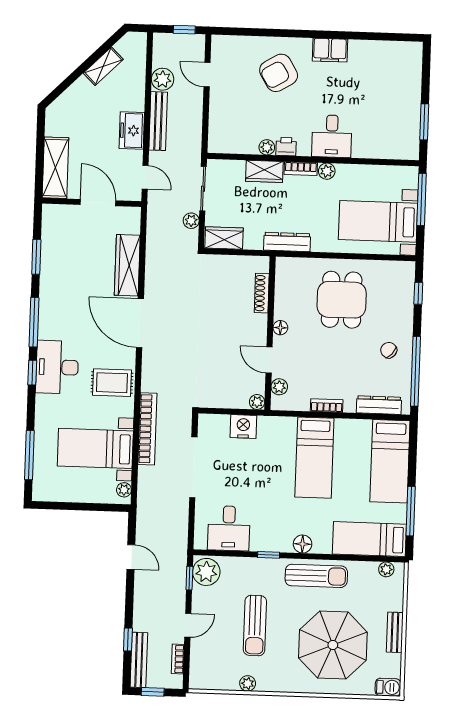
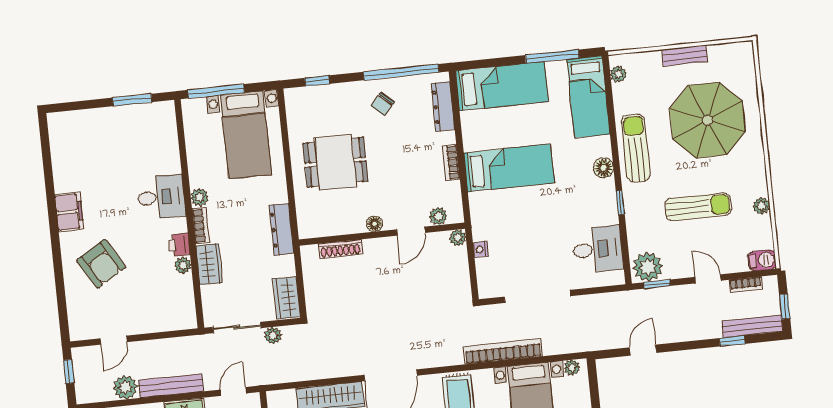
nightstand: (243, 426) -> (481, 249), width x0.53, depth x0.56
barbecue: (388, 687) -> (762, 260), moved, turned 90

